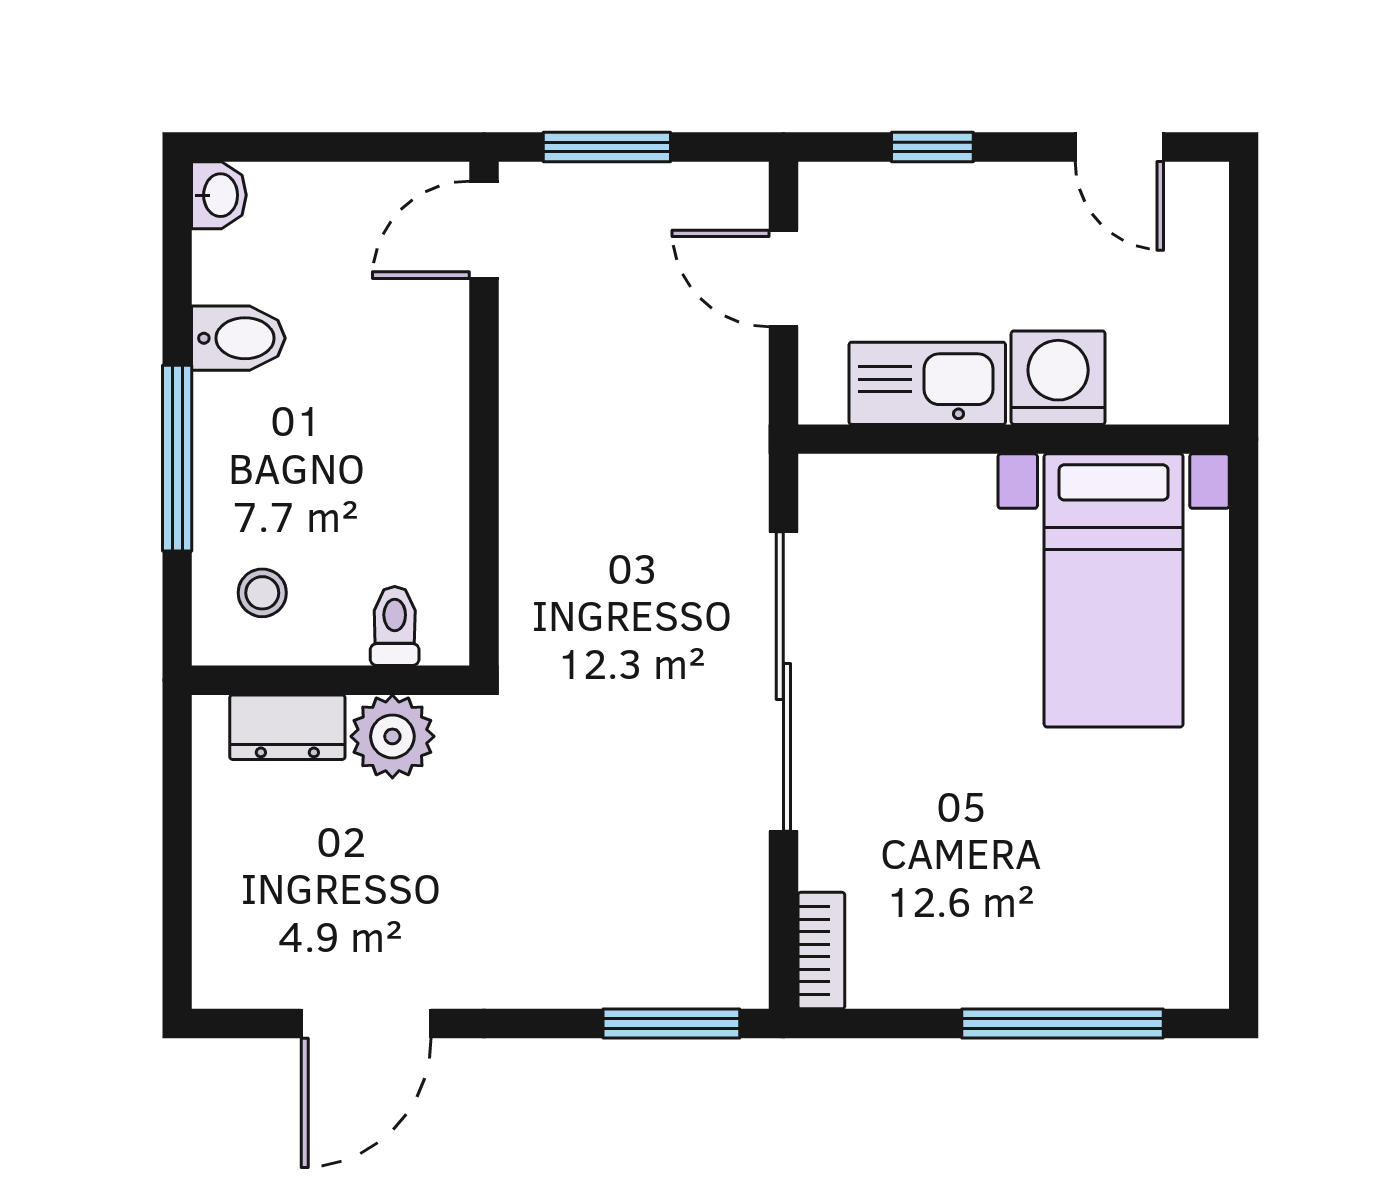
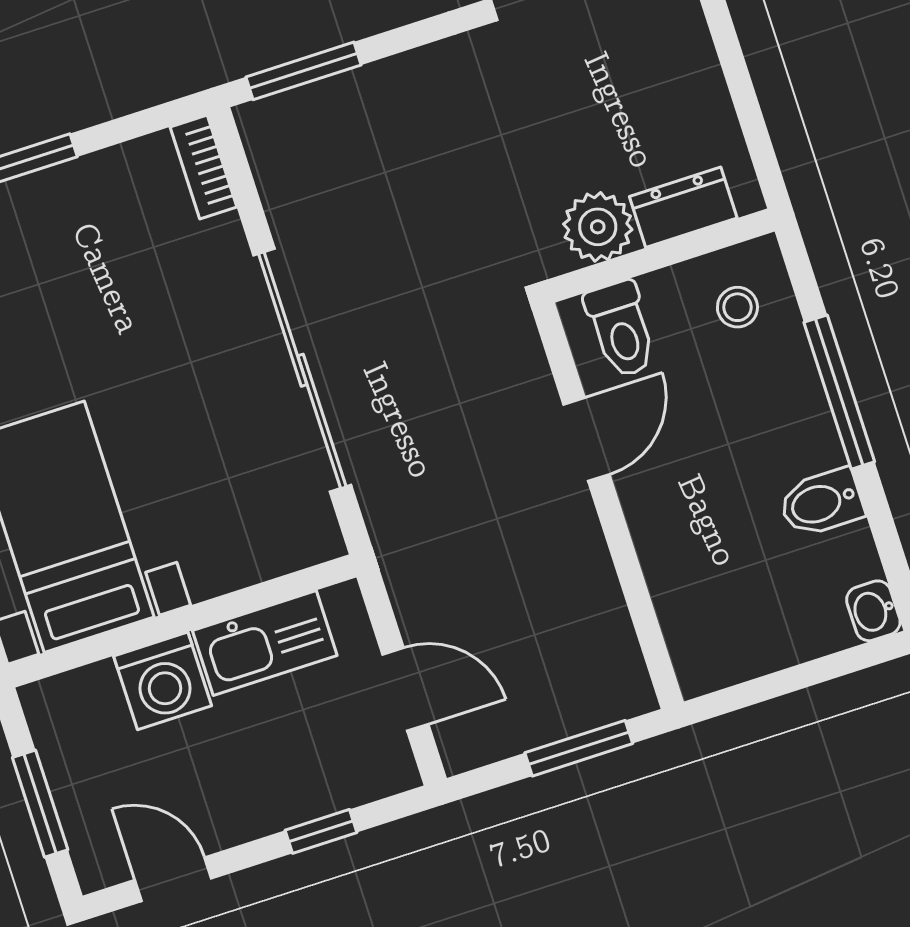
door: (484, 230) -> (586, 439), moved
window: (1244, 282) -> (40, 804), added
toilet: (395, 626) -> (621, 329), width x1.37, depth x1.39

